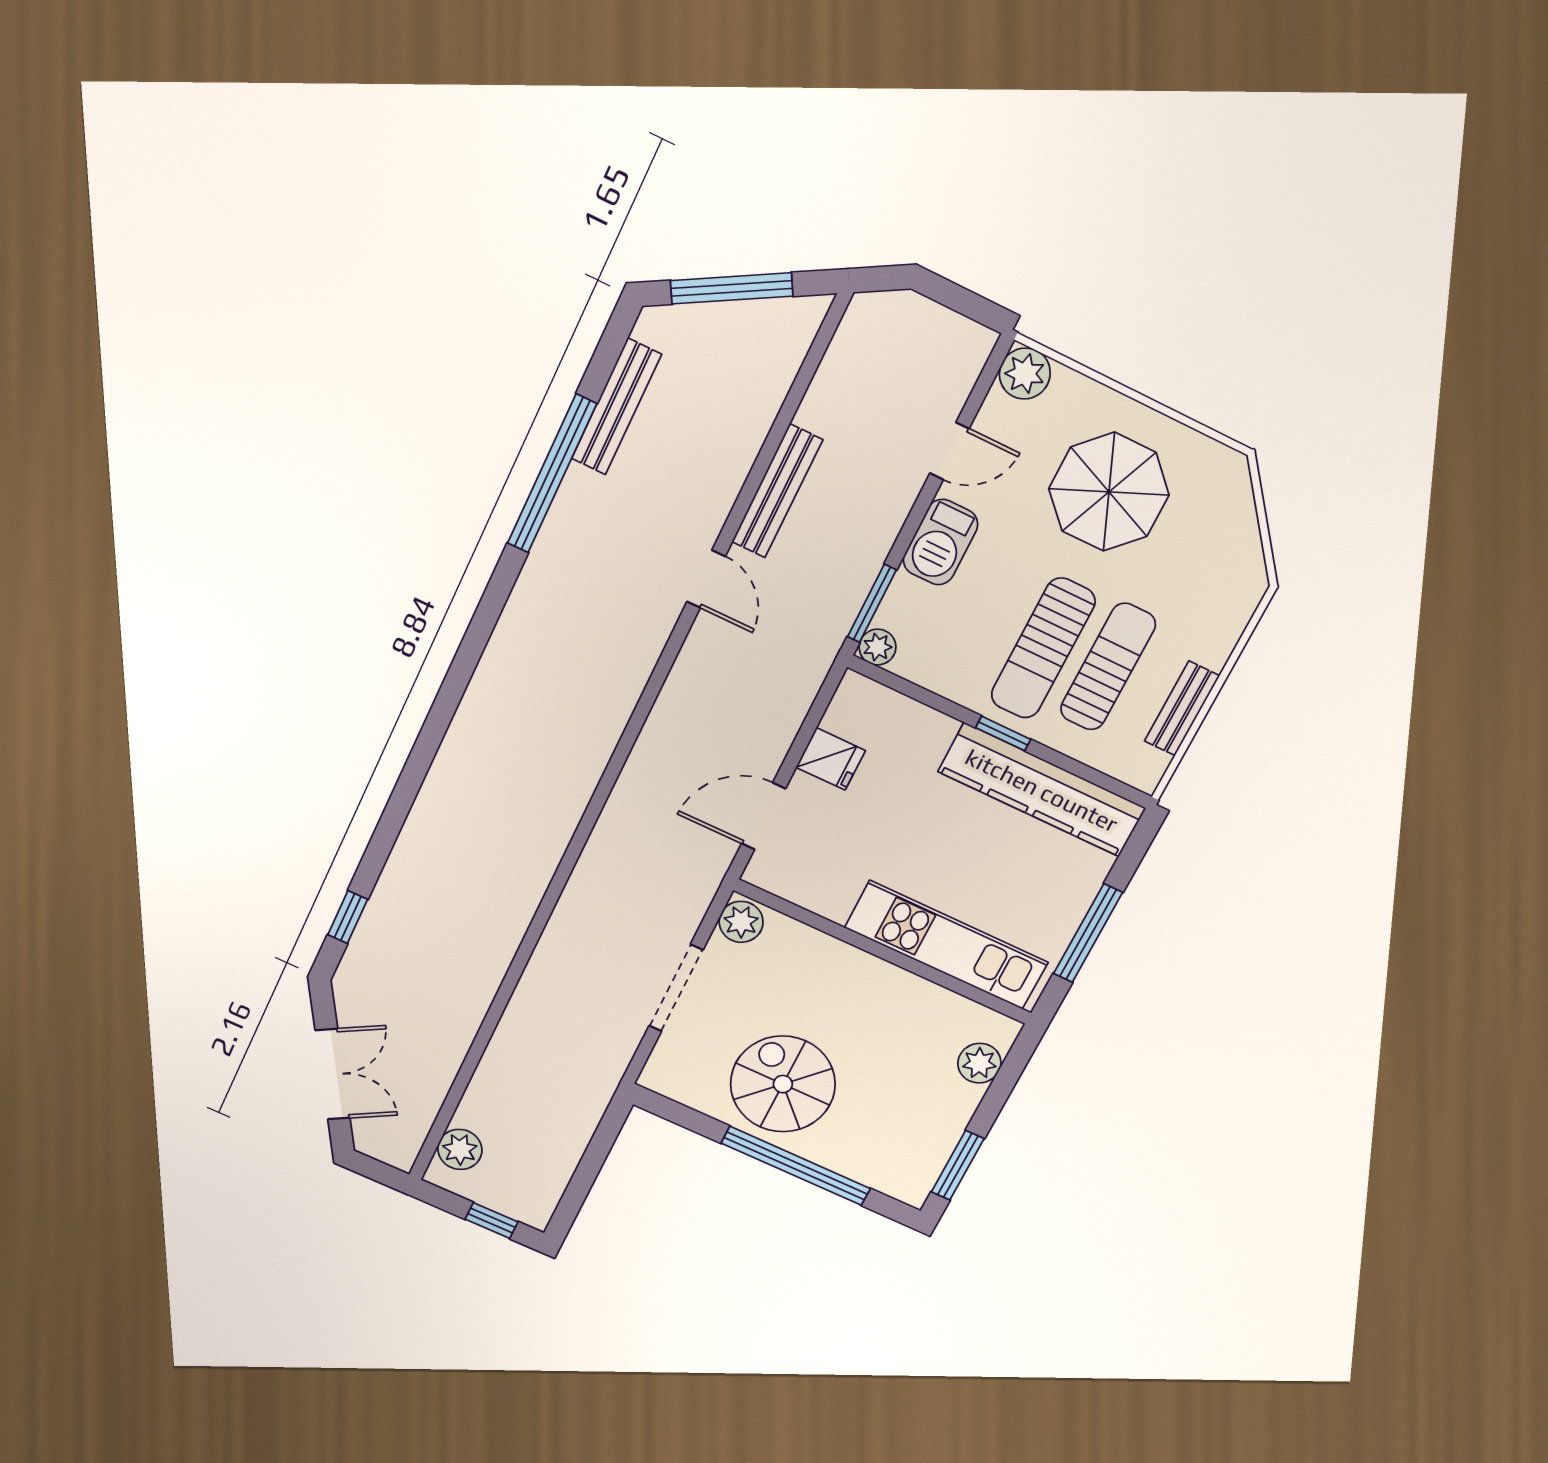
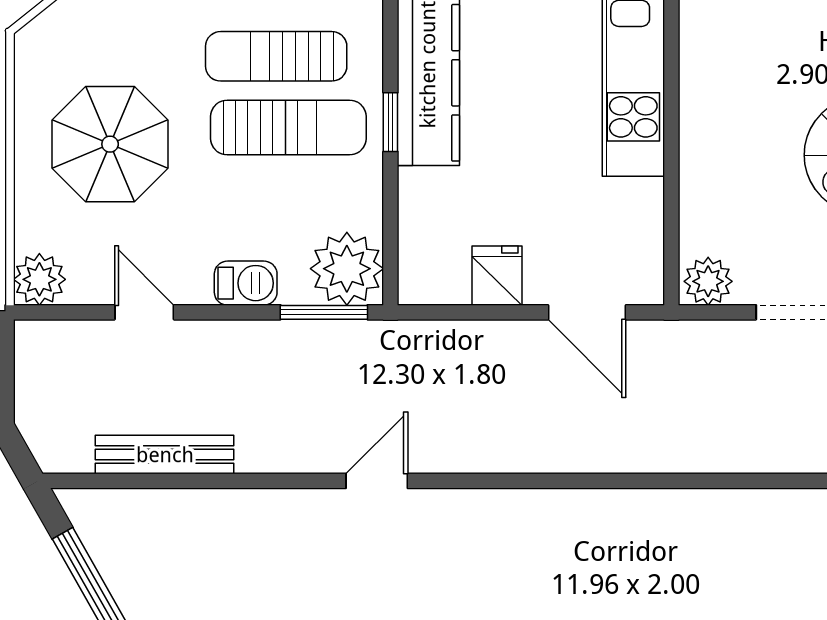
bench: (777, 491) -> (165, 455), moved
barbecue: (940, 542) -> (246, 283), width x0.73, depth x0.79
plant: (877, 647) -> (347, 269), width x1.88, depth x1.88

